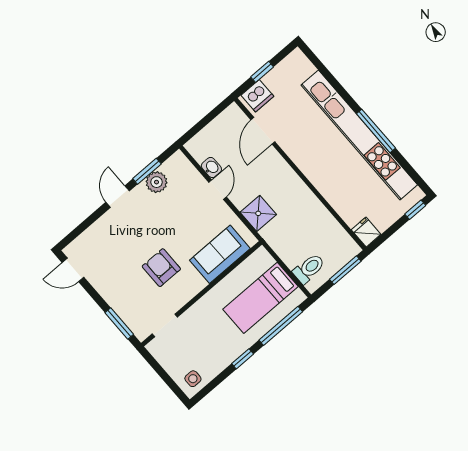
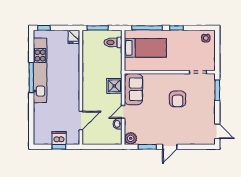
dishwasher: (257, 96) -> (59, 138), moved
kitchen unit: (359, 135) -> (40, 70), width x0.73
plant: (157, 182) -> (131, 138), moved
sofa: (220, 254) -> (134, 89), moved, turned -90

